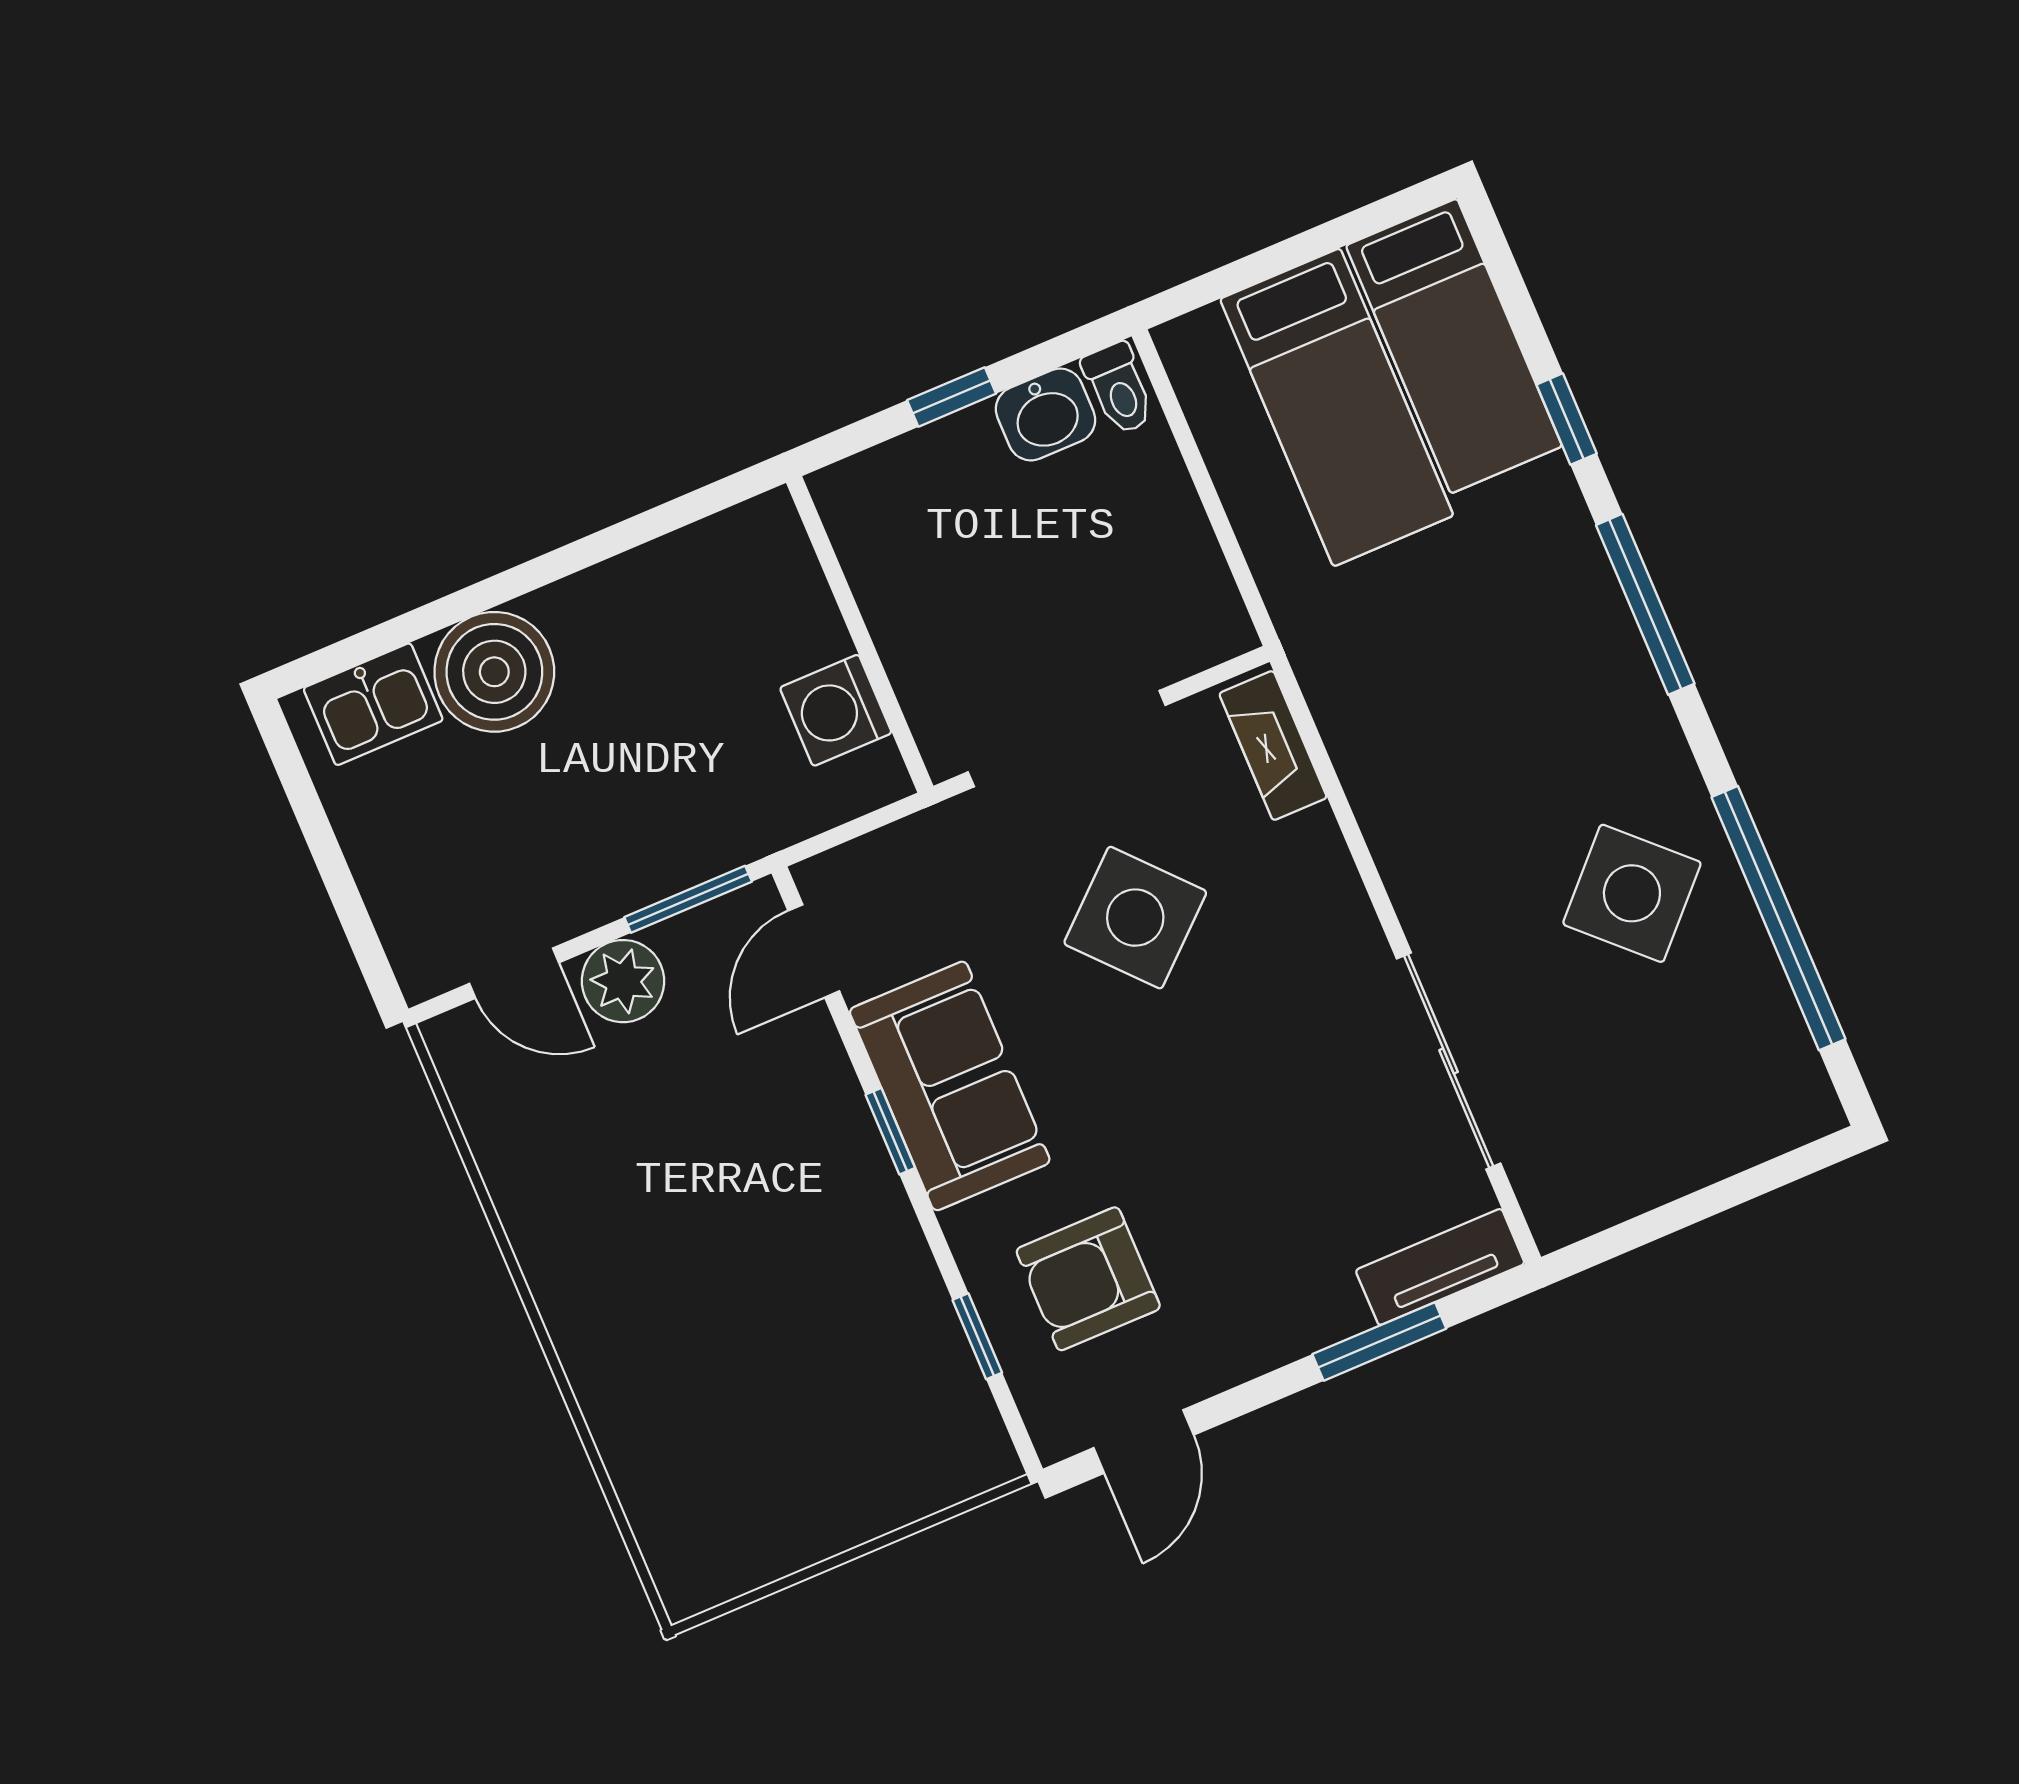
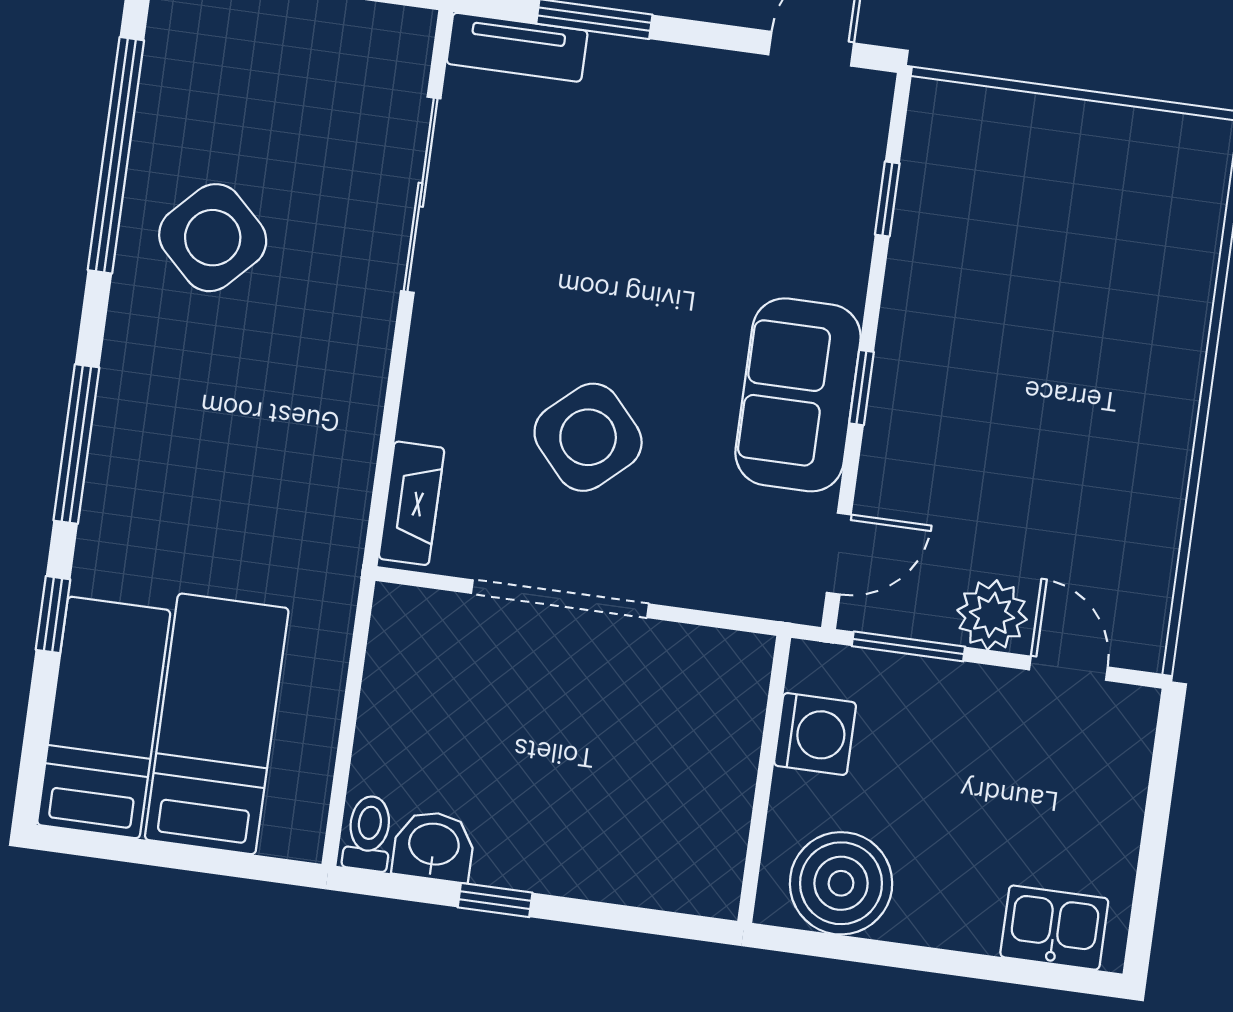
wall: (860, 634) -> (764, 779), moved
boiler: (494, 672) -> (841, 883), moved
washing machine: (836, 710) -> (815, 734), moved
armchair: (1088, 1279) -> (781, 193), removed

